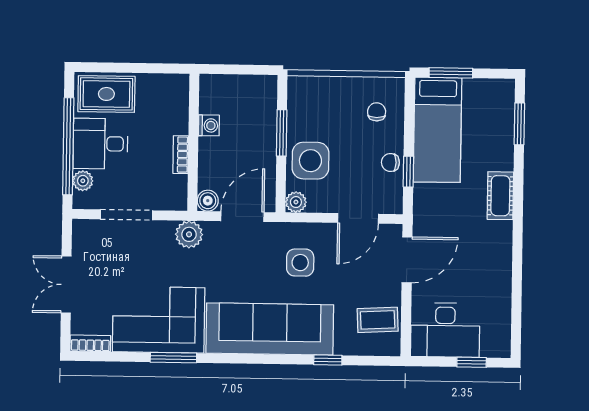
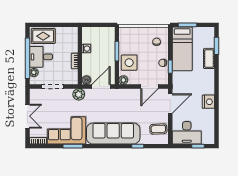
cot: (500, 196) -> (209, 59), moved
nightstand: (498, 257) -> (208, 102), added
side table: (300, 263) -> (126, 105), removed
double door: (66, 285) -> (27, 116), swing flipped

